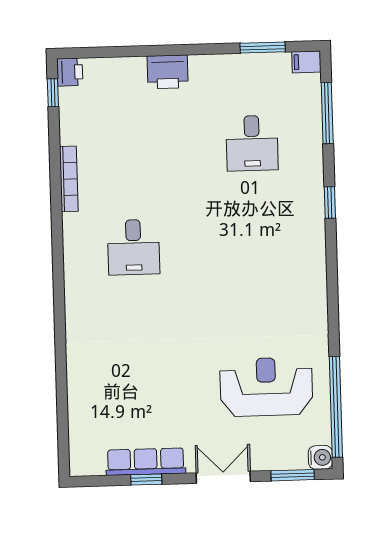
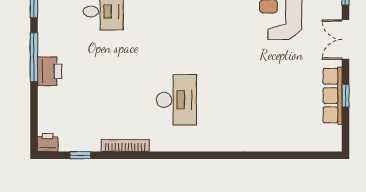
window: (186, 50) -> (34, 57), added
window: (53, 93) -> (80, 155), moved
desk: (134, 247) -> (176, 100), width x1.37

